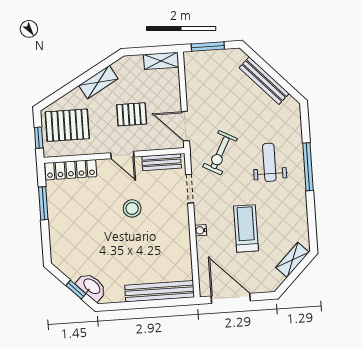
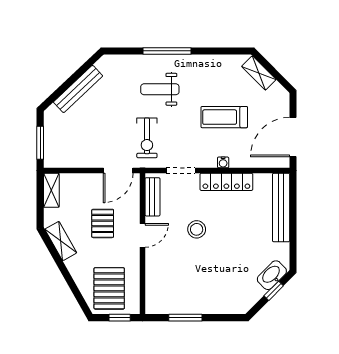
shelving: (98, 82) -> (61, 241), moved
exercise bike: (220, 153) -> (147, 138), turned 62
locker: (71, 170) -> (226, 182), moved, turned 90

